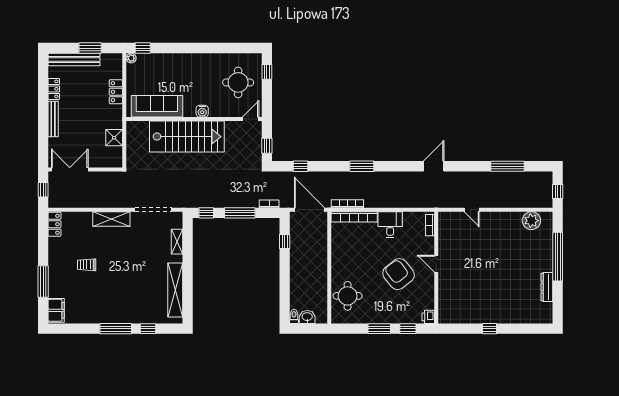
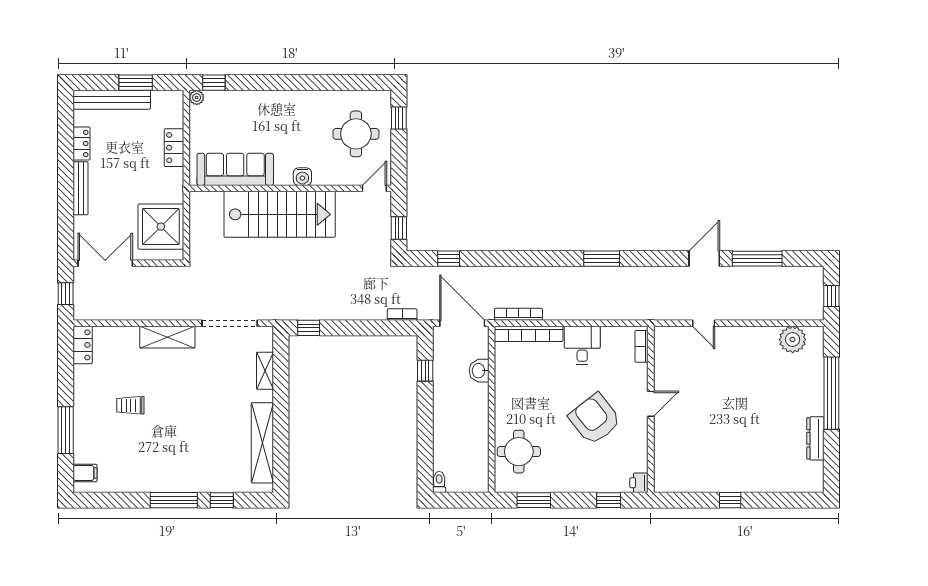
shower: (114, 138) -> (161, 227), width x1.86, depth x1.86
window: (362, 166) -> (602, 259), moved
door: (434, 166) -> (704, 259), moved
window: (240, 213) -> (359, 328), removed
door: (436, 264) -> (651, 404), swing flipped
filing cabinet: (56, 310) -> (85, 473), width x0.50
washbasin: (307, 317) -> (479, 371), moved, turned -90
window: (379, 329) -> (534, 500), moved

